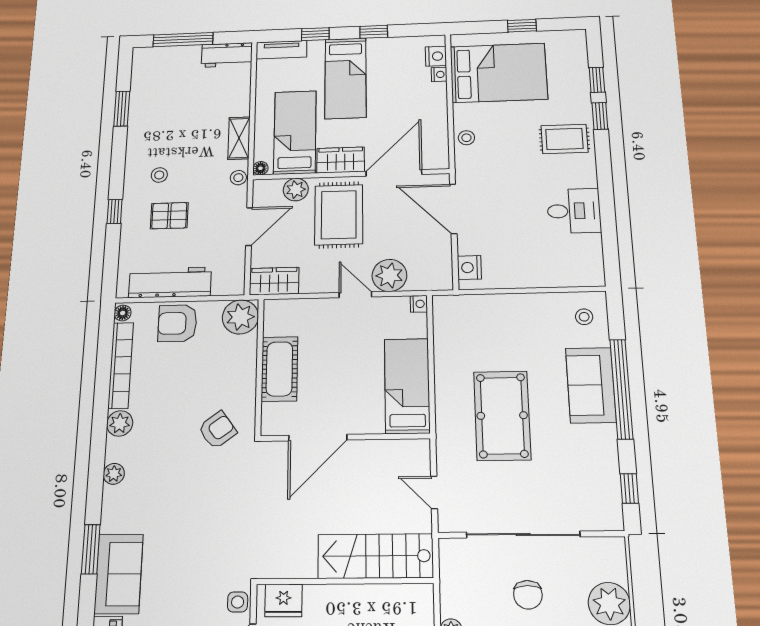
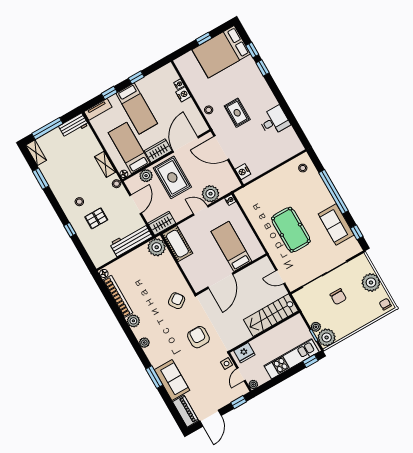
nightstand: (436, 56) -> (183, 94), moved
shelving: (141, 67) -> (36, 153), added
bed: (498, 73) -> (221, 52), moved, turned 180
rug: (564, 139) -> (237, 113), moved, turned 90
workbench: (170, 282) -> (131, 240), moved
armchair: (177, 323) -> (198, 337), moved, turned 90
cot: (279, 369) -> (177, 244), moved
sofa: (591, 385) -> (336, 225), moved
bed: (407, 386) -> (231, 246), moved

